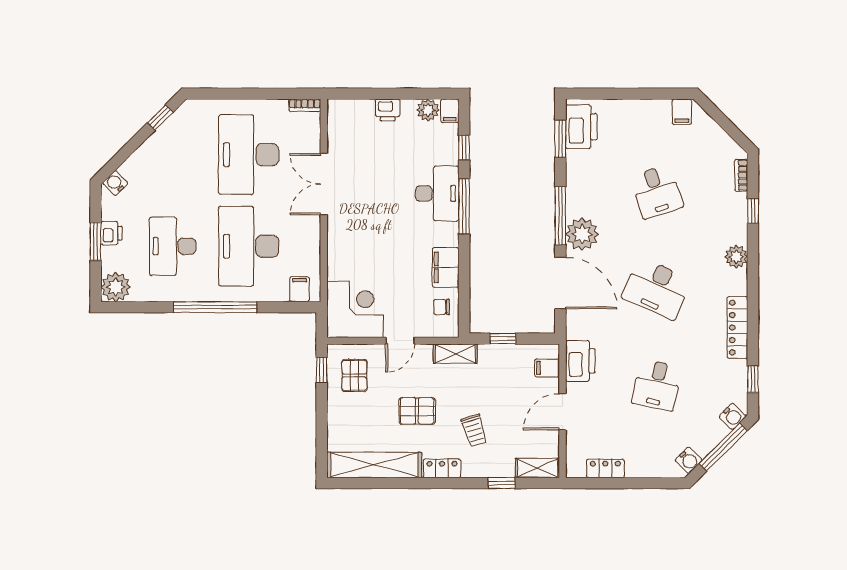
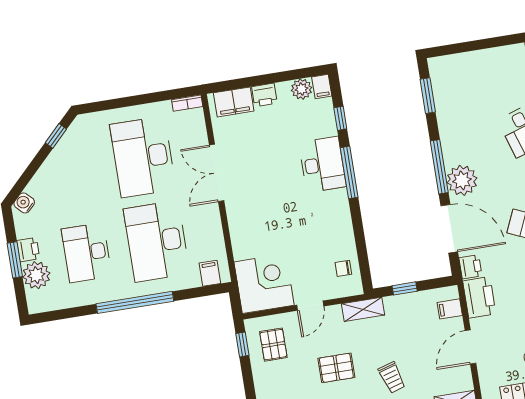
printer: (581, 127) -> (470, 267), moved, width x0.53, depth x0.68
filing cabinet: (446, 267) -> (234, 102), moved, turned -90
plant: (116, 287) -> (36, 275), moved

